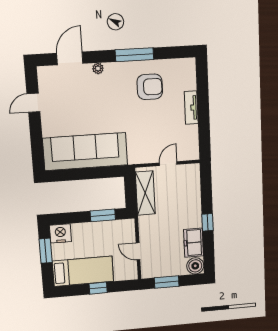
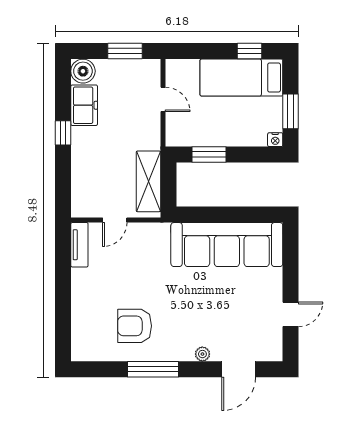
tv unit: (191, 108) -> (79, 245), moved
nightstand: (60, 233) -> (275, 140), width x0.53, depth x0.56
window: (98, 288) -> (250, 51), moved

